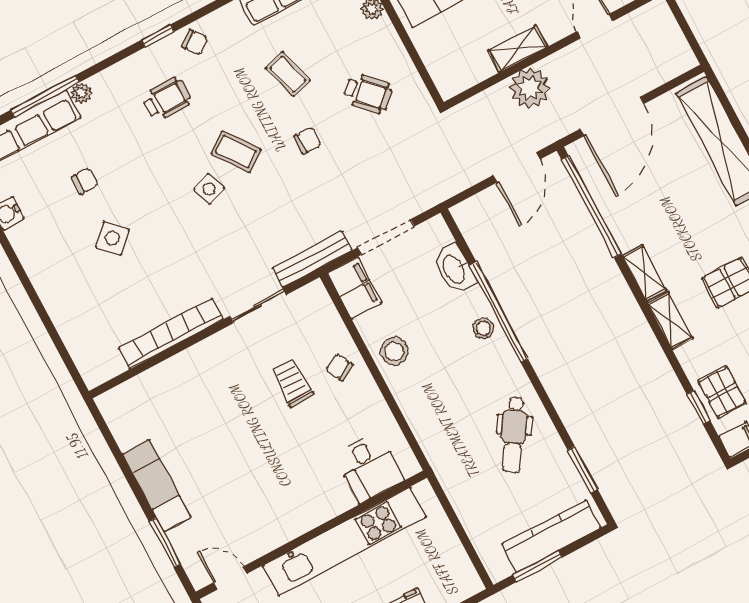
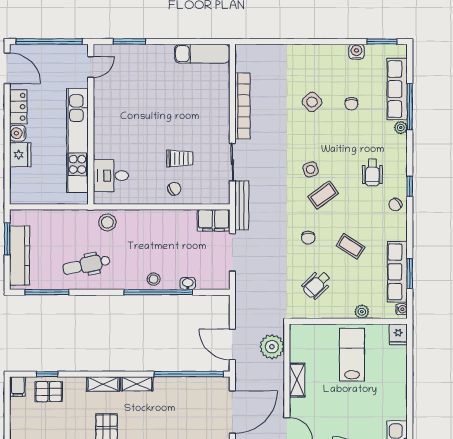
coffee table: (288, 74) -> (350, 246), turned 49
plant: (530, 88) -> (272, 347), moved
door: (612, 116) -> (232, 412), swing flipped
washbasin: (455, 269) -> (188, 283), width x0.52, depth x0.69
stool: (394, 351) -> (107, 222), moved
dental chair: (514, 434) -> (86, 265), turned -44
window: (583, 470) -> (47, 292), width x1.44
exam couch: (157, 485) -> (202, 54), moved

